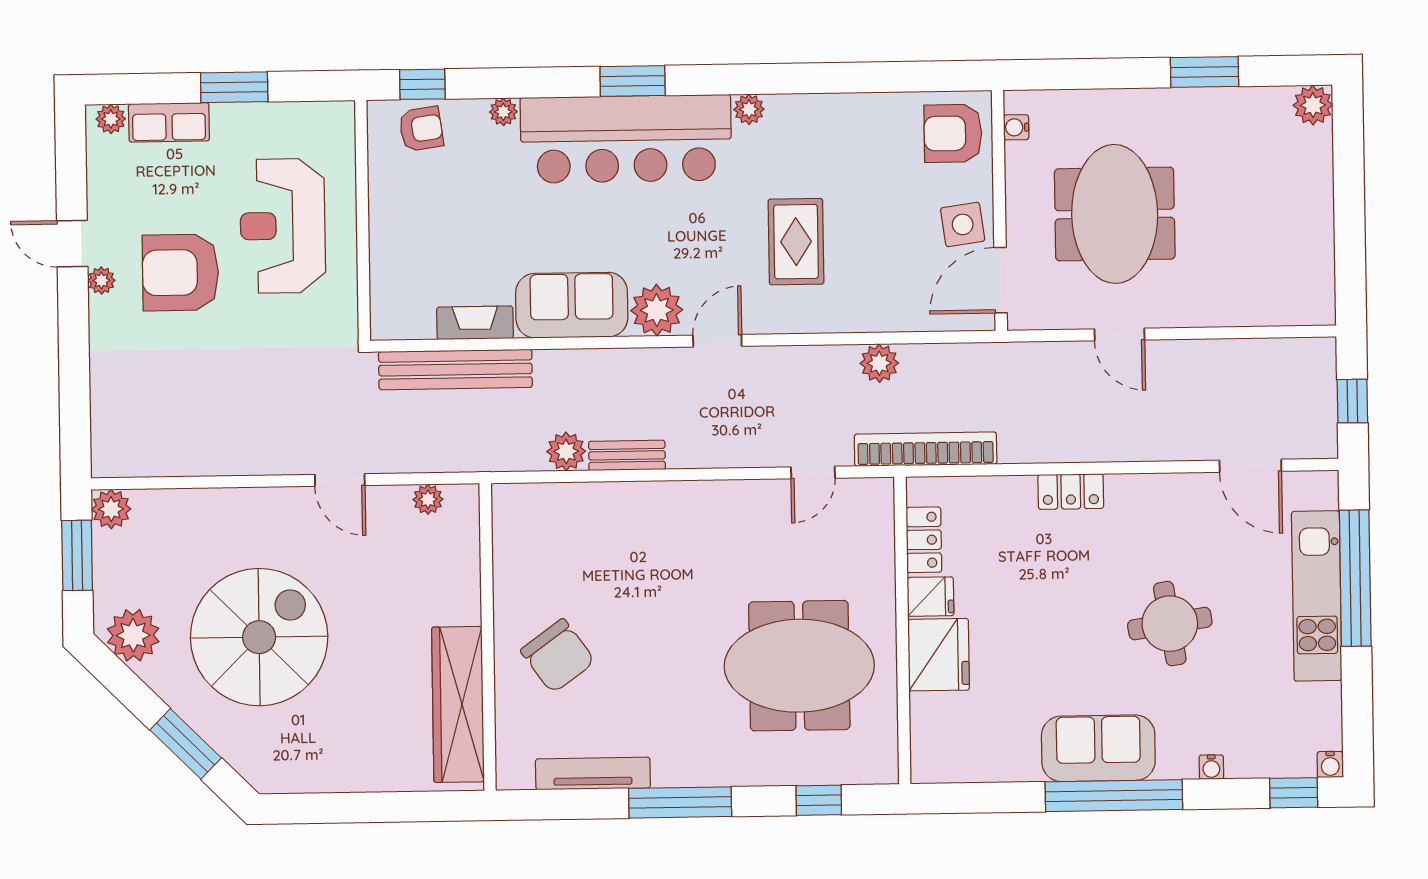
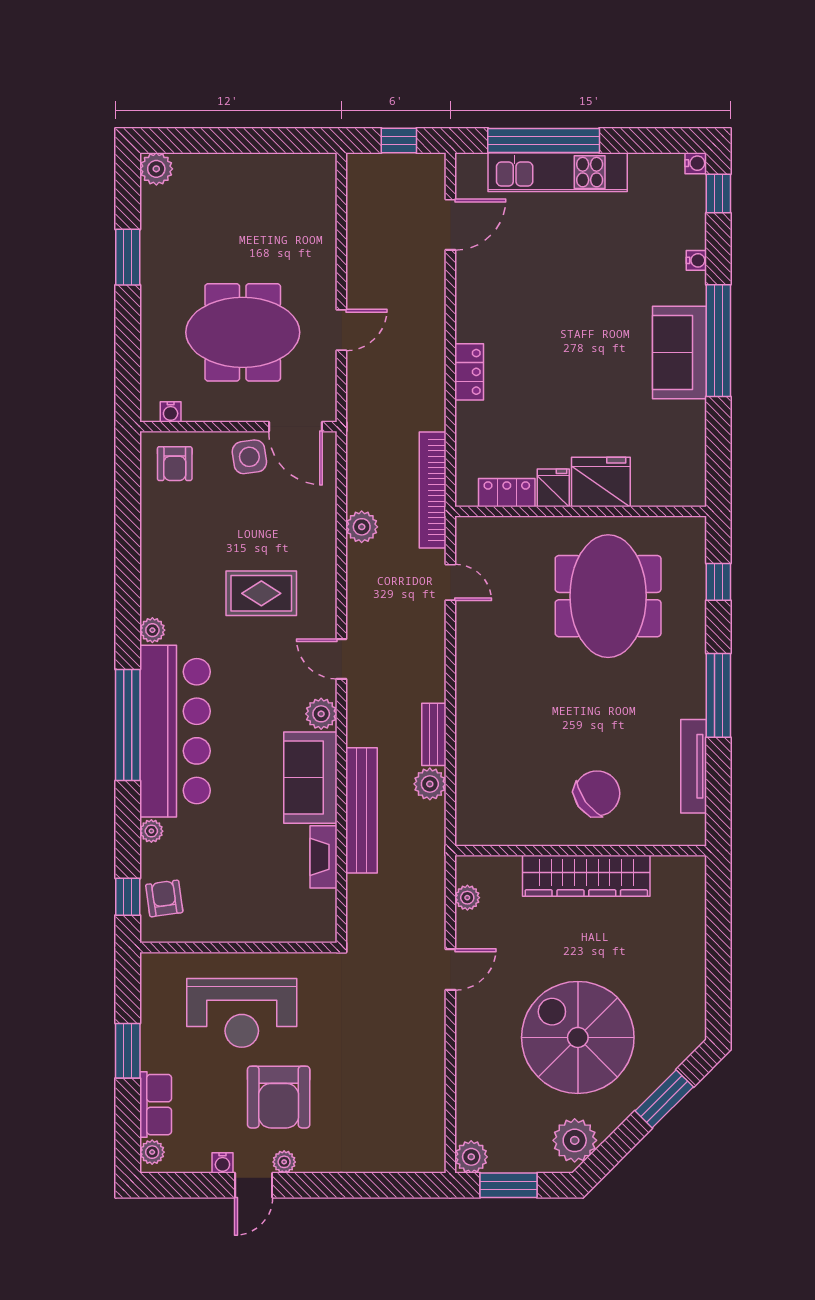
window: (633, 81) -> (128, 725), width x2.11
armchair: (953, 133) -> (175, 464), width x0.72, depth x0.72
water cooler: (99, 205) -> (222, 1163), added
plant: (657, 310) -> (321, 714), width x0.73, depth x0.73
bench: (455, 370) -> (361, 810), moved
round table: (1170, 624) -> (578, 293), removed
wardrobe: (458, 704) -> (586, 876), moved

